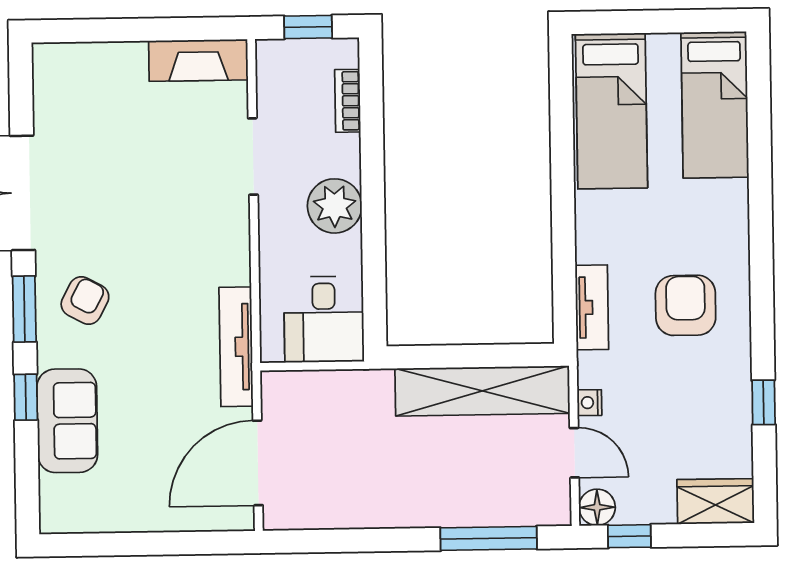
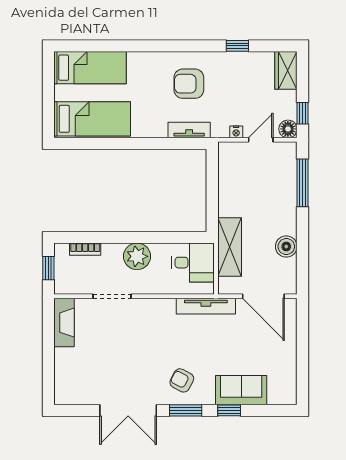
shelving: (482, 391) -> (230, 247), moved, width x0.68
boiler: (359, 508) -> (286, 247), added

